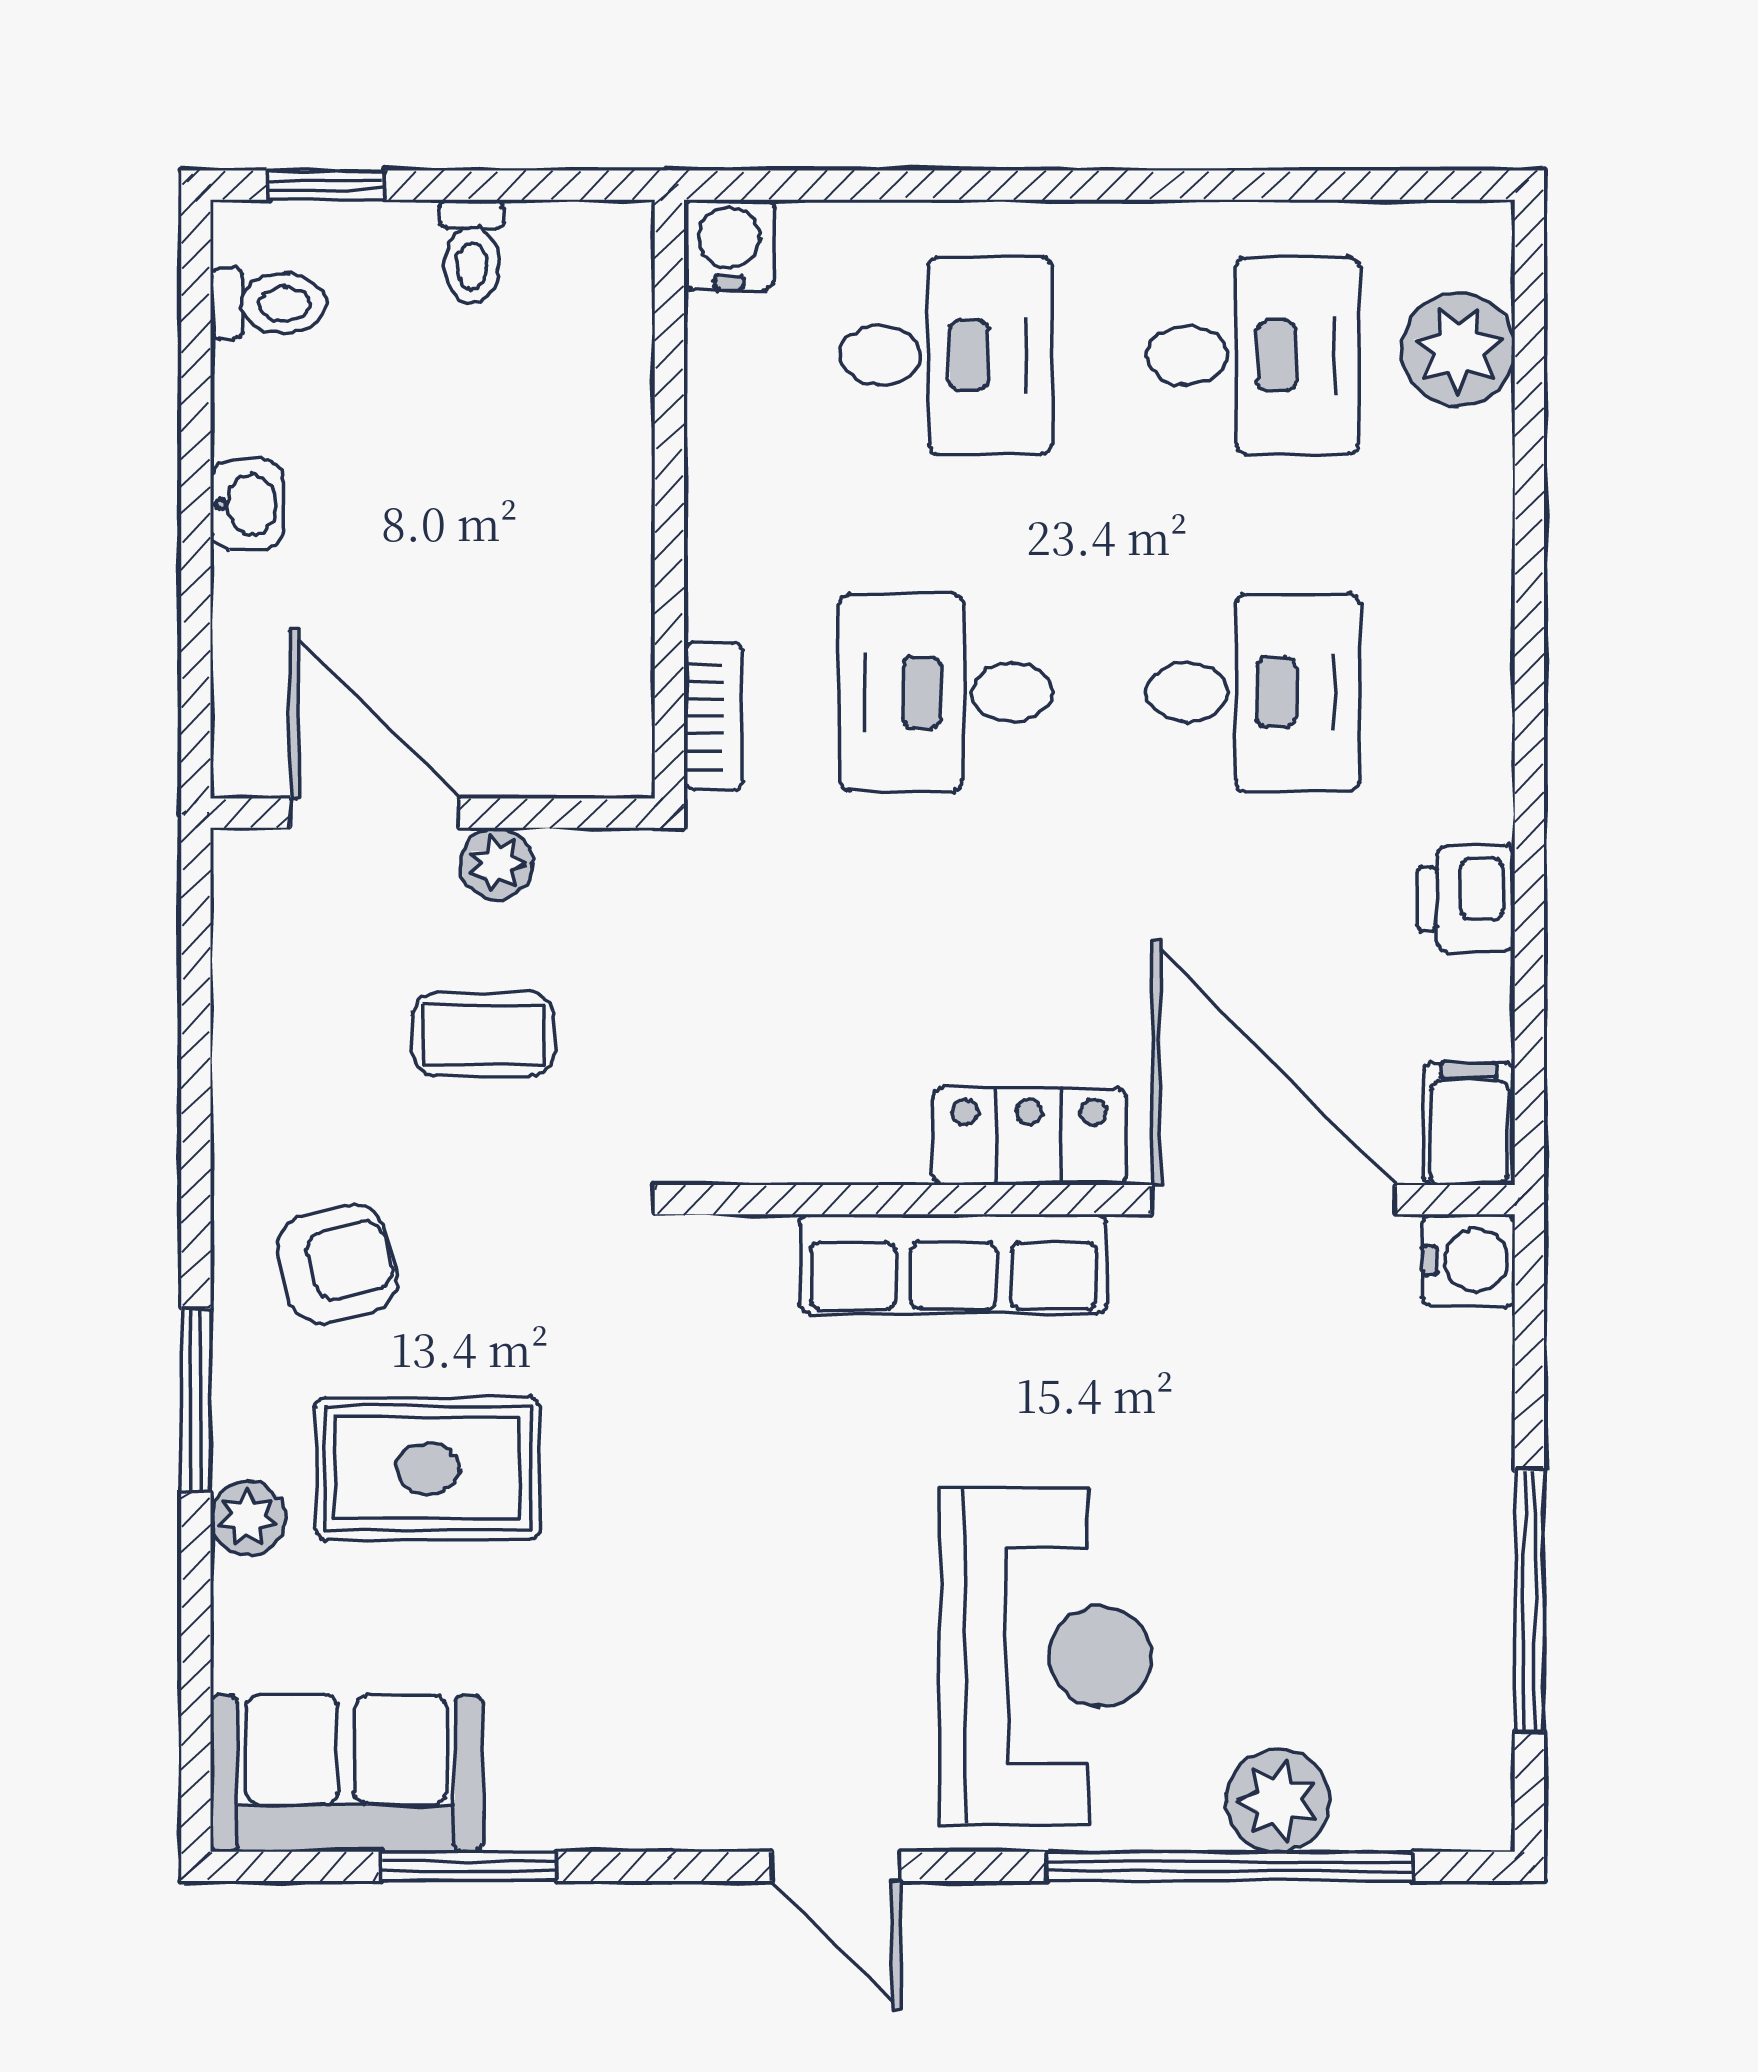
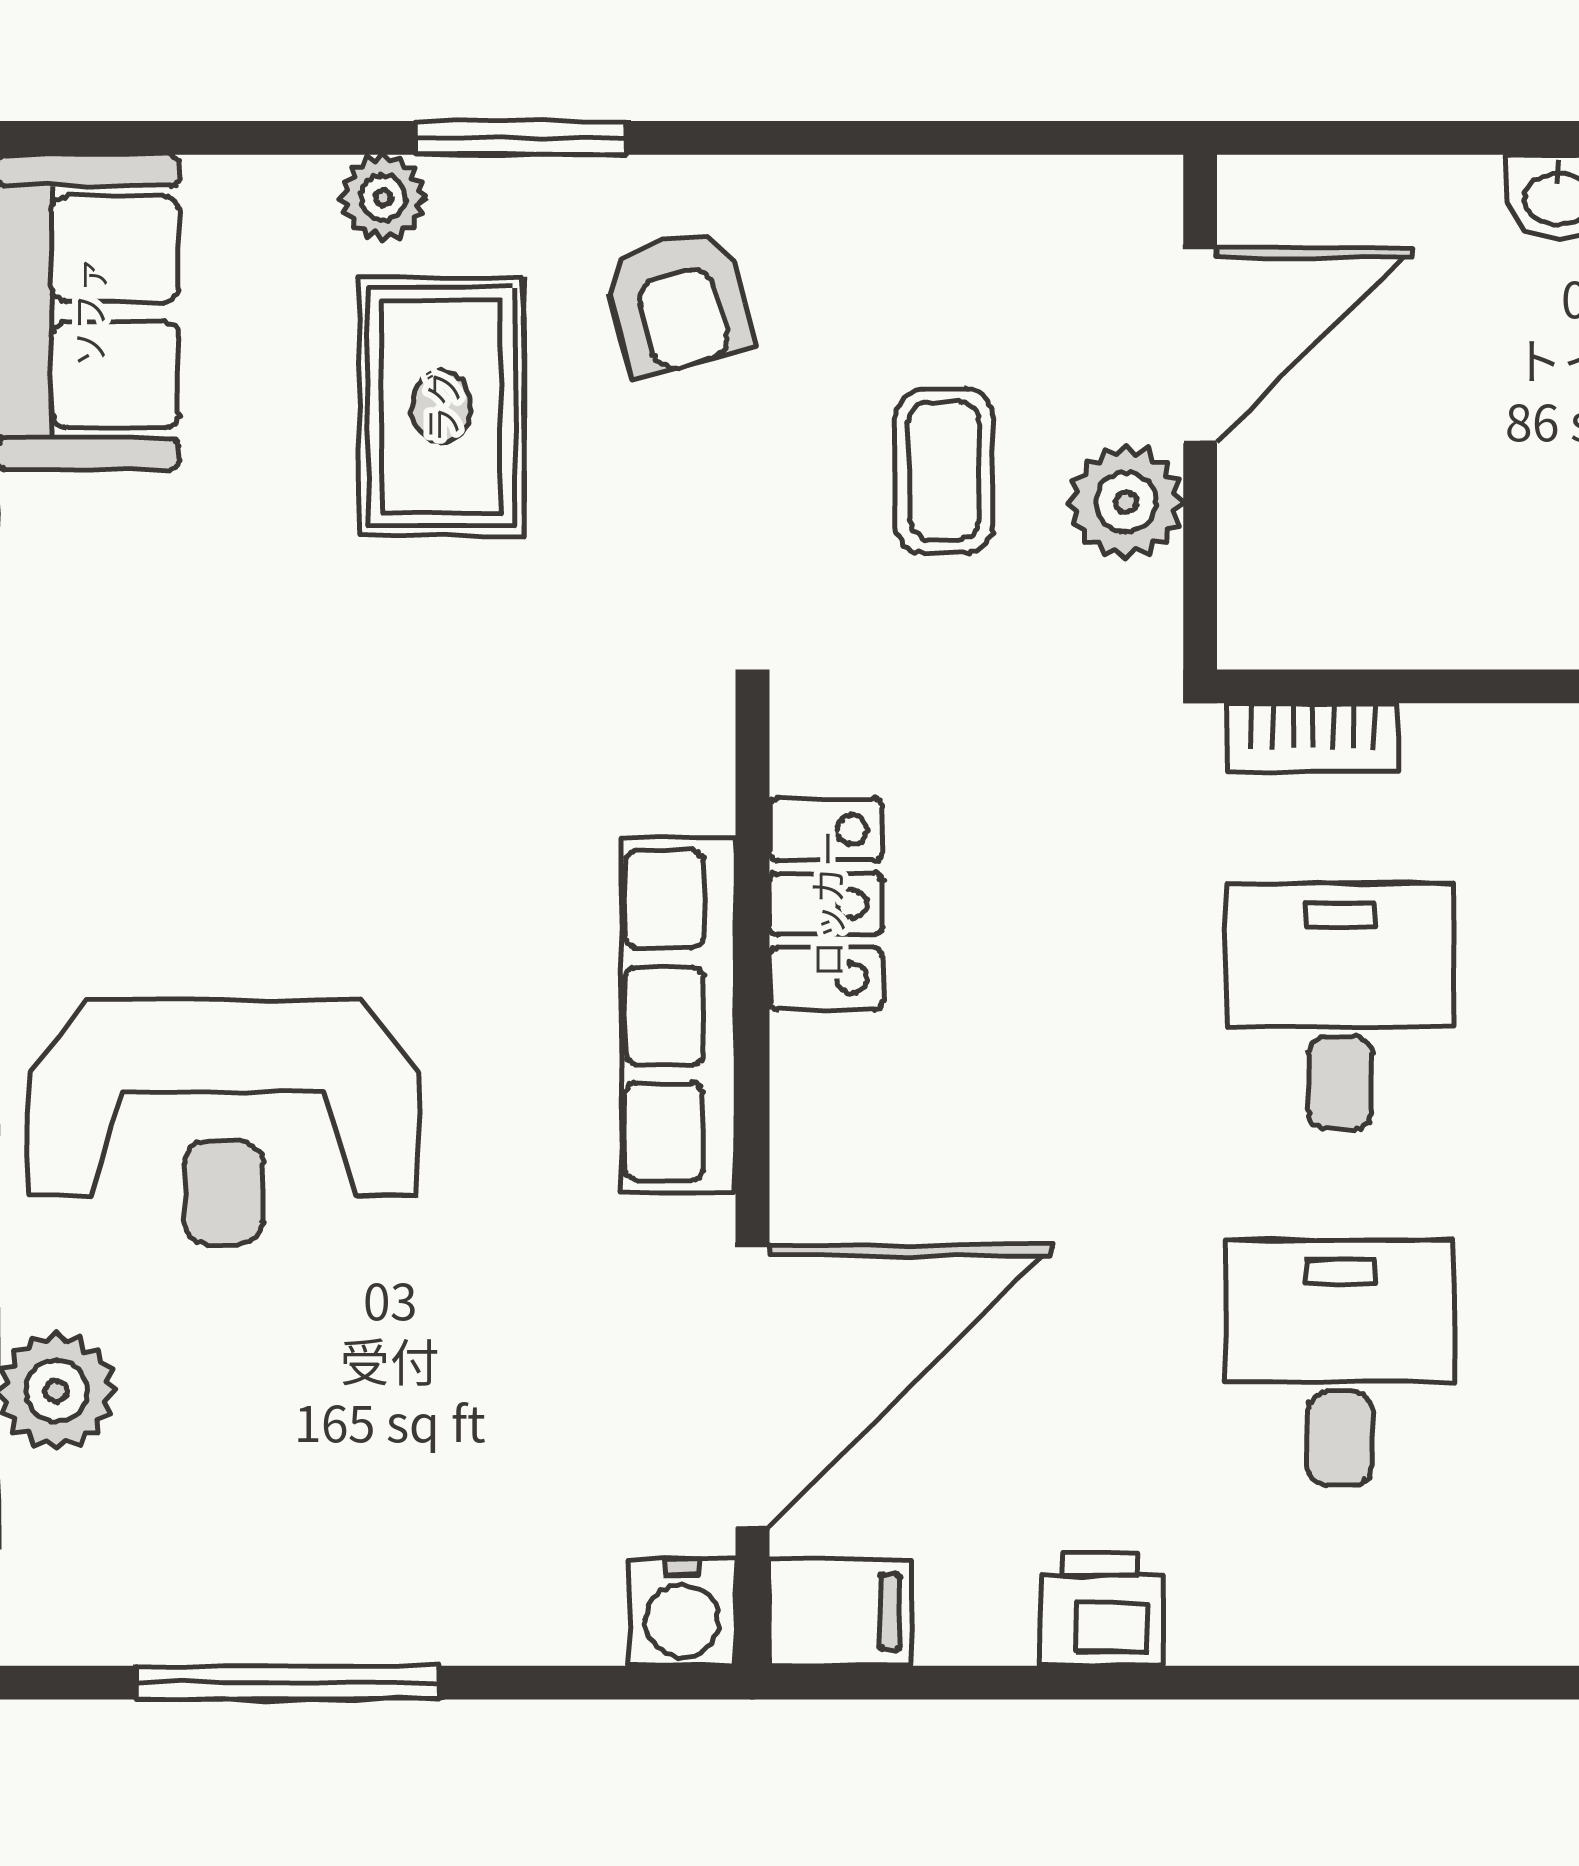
desk: (1253, 692) -> (1340, 1362), turned 180
plant: (497, 864) -> (1126, 502), width x1.38, depth x1.38
locker: (1029, 1136) -> (826, 904), moved

